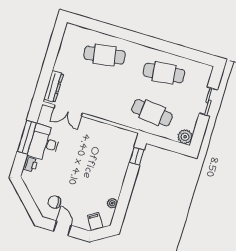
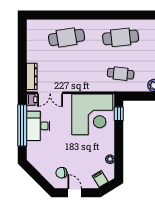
cafe table: (152, 113) -> (121, 74), width x0.73, depth x0.74
window: (27, 137) -> (22, 125), width x1.46
corner desk: (108, 148) -> (92, 114), added
printer: (30, 164) -> (32, 100), moved

